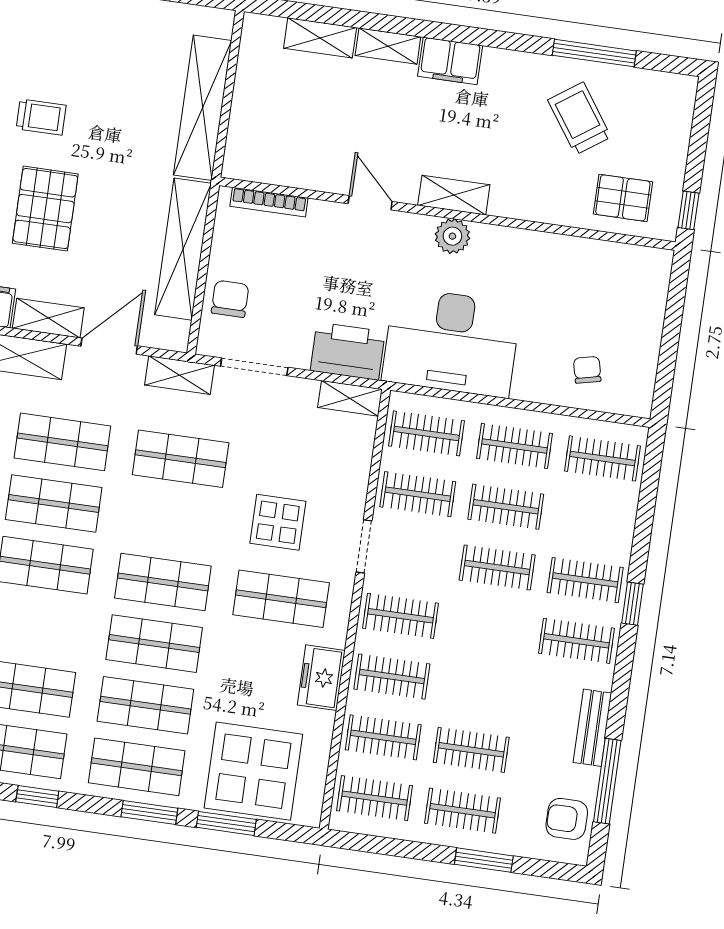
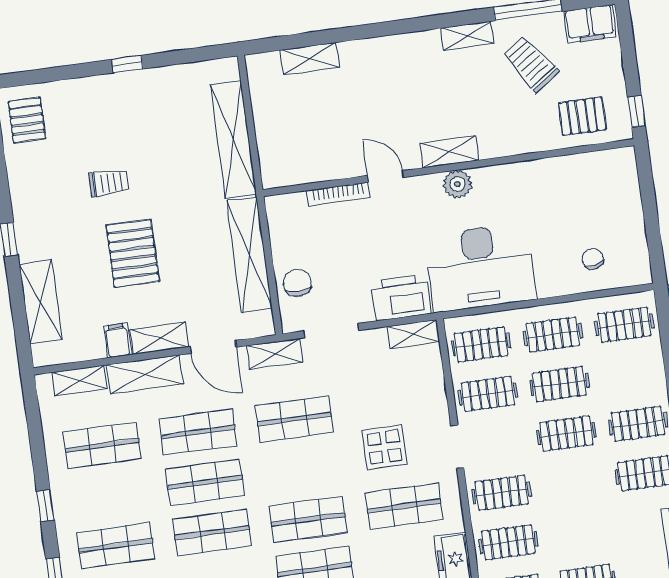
shelving: (388, 46) -> (467, 36), moved
filing cabinet: (450, 61) -> (590, 24), moved
bookcase: (269, 202) -> (338, 194), moved
door: (109, 346) -> (213, 347), swing flipped

